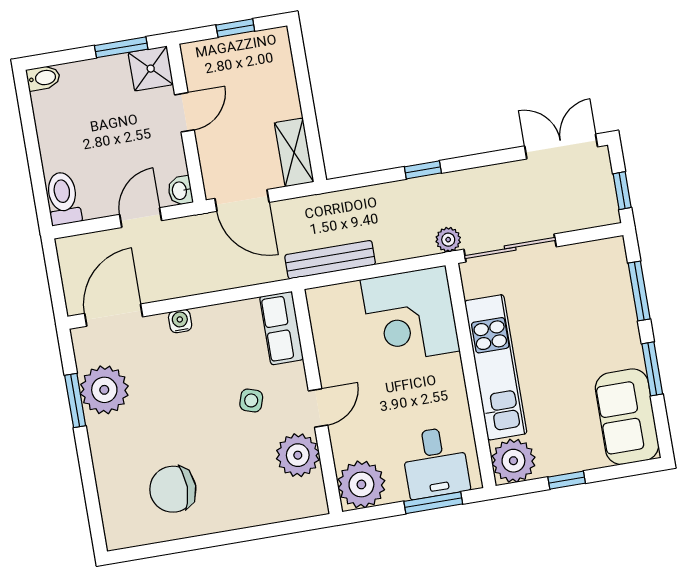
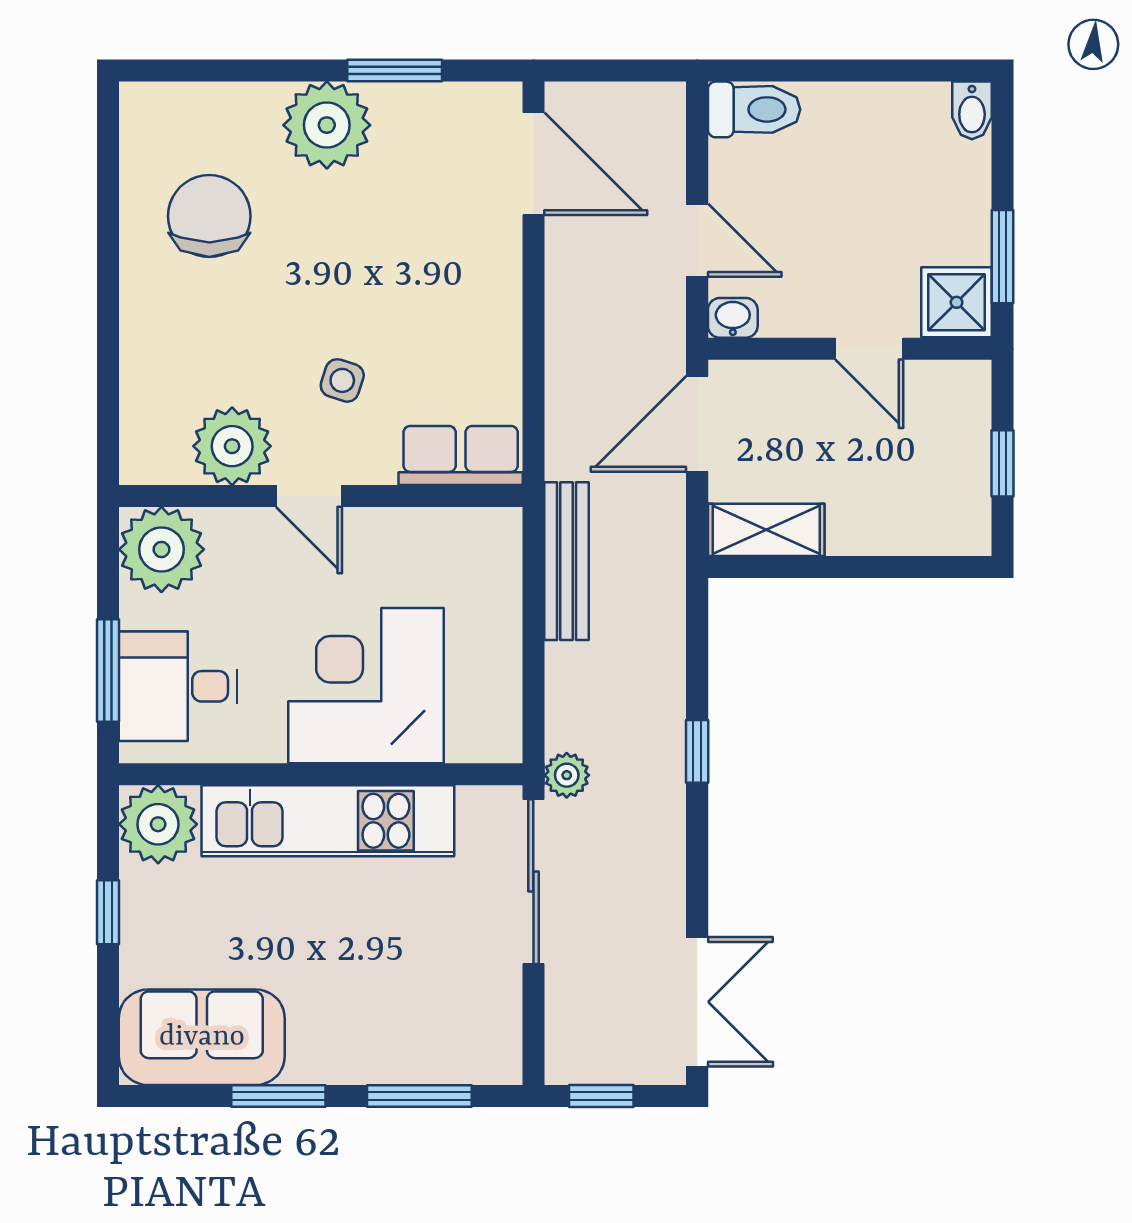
corner desk: (410, 315) -> (366, 686), moved
water cooler: (180, 321) -> (503, 279), removed
plant: (104, 390) -> (327, 125), moved

